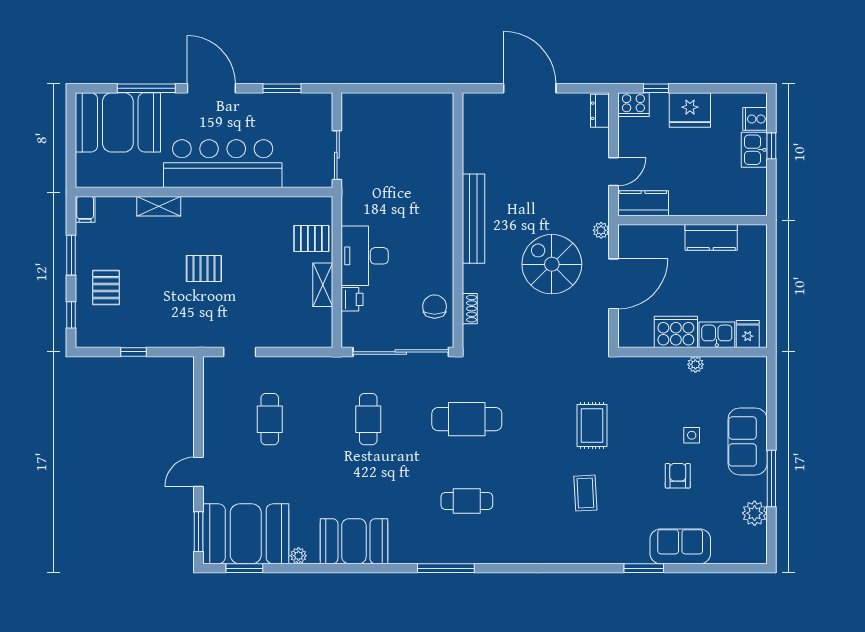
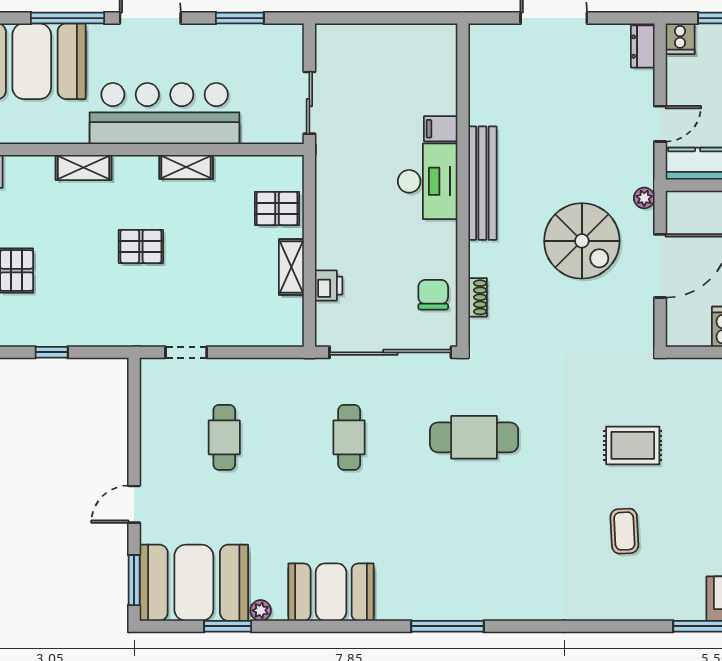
cooker: (633, 105) -> (680, 39), width x0.73
filing cabinet: (440, 176) -> (441, 129), added
shelving: (240, 206) -> (186, 167), added
desk: (365, 256) -> (428, 181), moved, turned 180
spiral stairs: (552, 264) -> (582, 241), turned 180
rug: (592, 425) -> (633, 445), turned 90
cafe table: (467, 501) -> (474, 541), removed
window: (244, 568) -> (228, 626), moved

